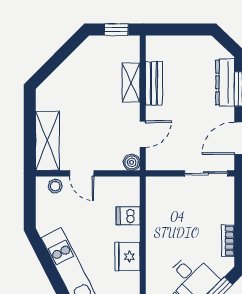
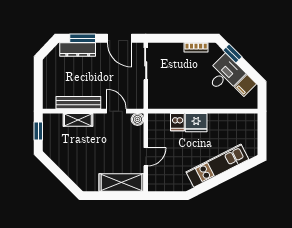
bench: (154, 83) -> (78, 103), width x1.36
stool: (55, 186) -> (155, 177), removed
fridge: (127, 257) -> (196, 123), moved

